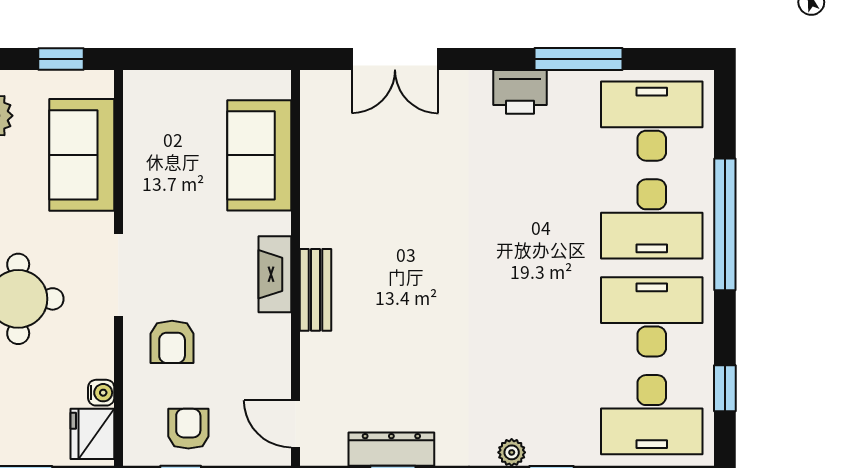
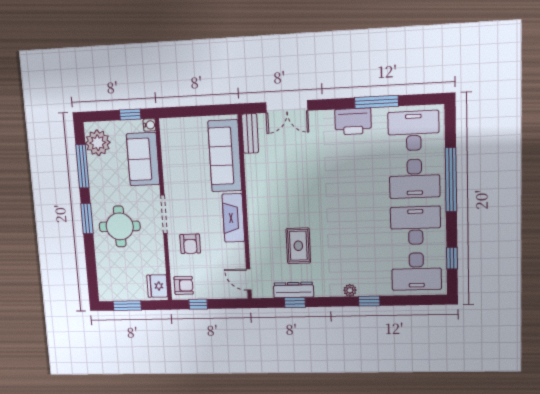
printer: (520, 92) -> (353, 121), width x1.37, depth x1.19
sofa: (259, 155) -> (225, 156), width x1.36
fireplace: (275, 274) -> (233, 218), width x1.37, depth x1.32
bench: (316, 290) -> (250, 133), moved
rug: (406, 353) -> (298, 246), added
water cooler: (101, 393) -> (149, 125), moved
armchair: (188, 429) -> (184, 285), moved, turned 90

